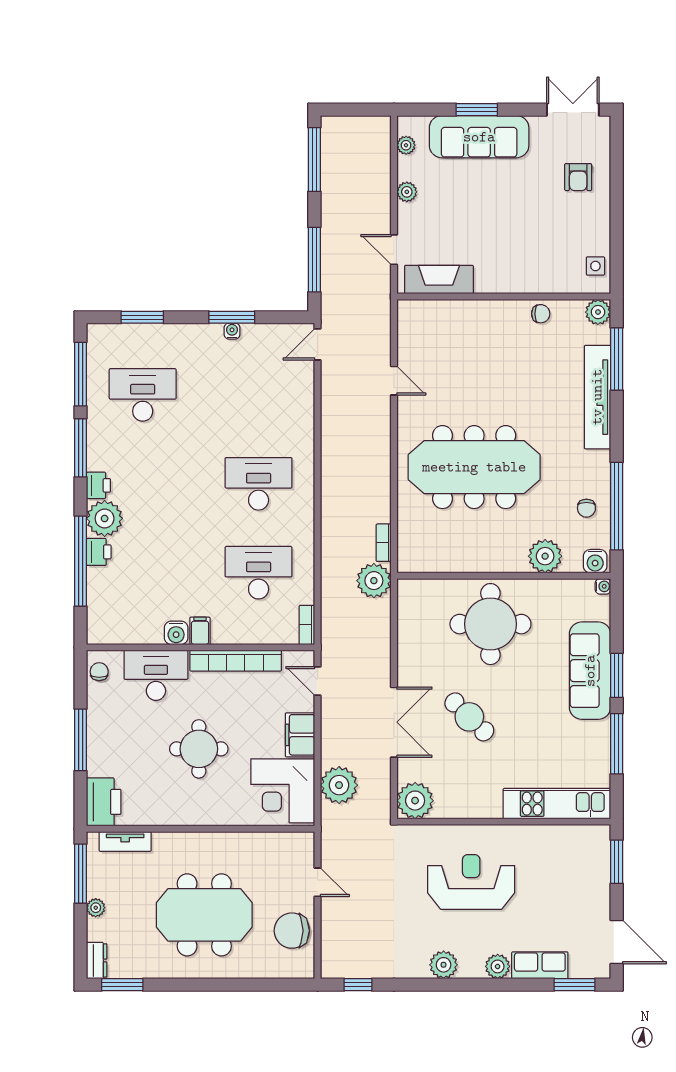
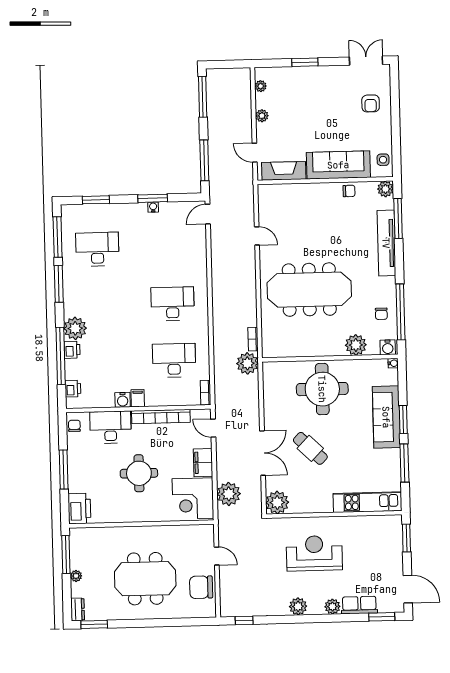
sofa: (479, 137) -> (338, 165), moved, turned 180
printer: (98, 485) -> (73, 389), moved
tv unit: (125, 842) -> (94, 533), removed

